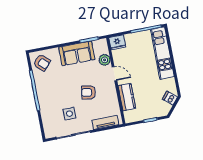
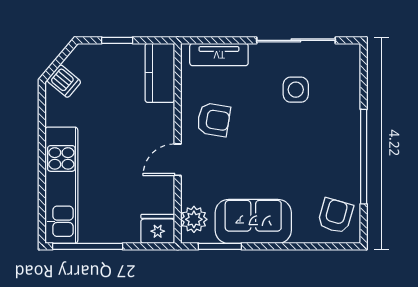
plant: (105, 60) -> (194, 219), moved
armchair: (42, 63) -> (335, 216), turned 64
door: (114, 74) -> (178, 160), hinge flipped
armchair: (89, 92) -> (214, 120), moved
kitchen counter: (127, 97) -> (160, 73), moved

